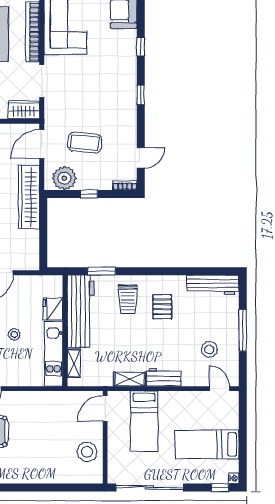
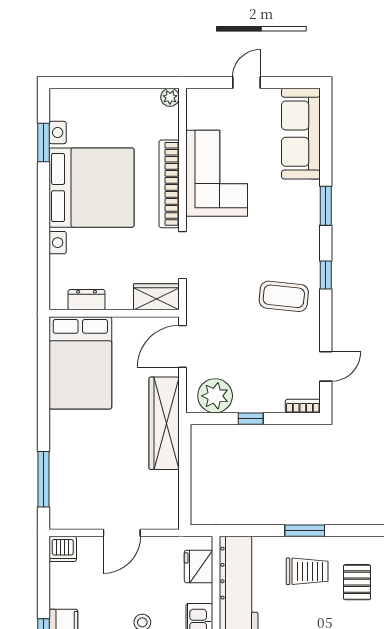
window: (141, 47) -> (326, 206), width x1.50
coffee table: (85, 143) -> (284, 296), moved
window: (102, 271) -> (305, 531), moved
trolley: (128, 299) -> (307, 571), turned -90
fridge: (53, 309) -> (199, 566), moved

